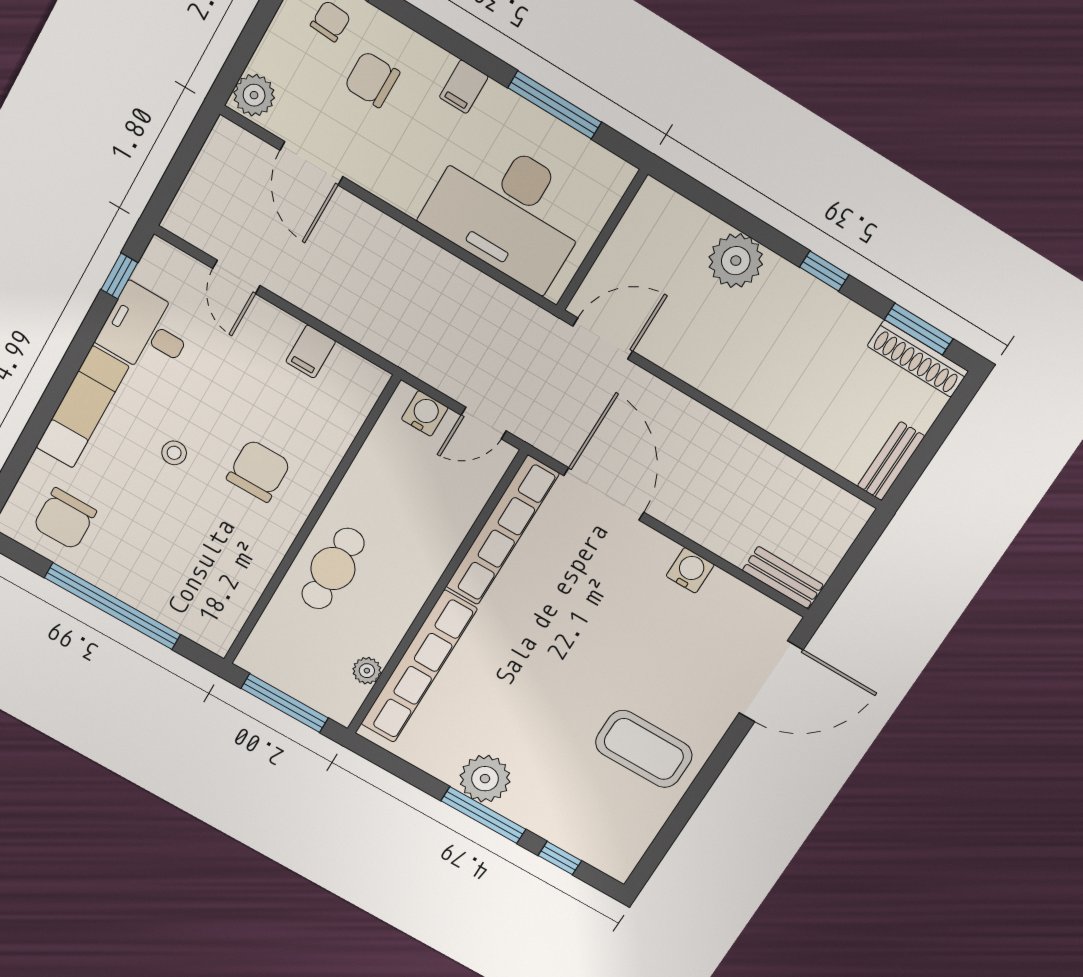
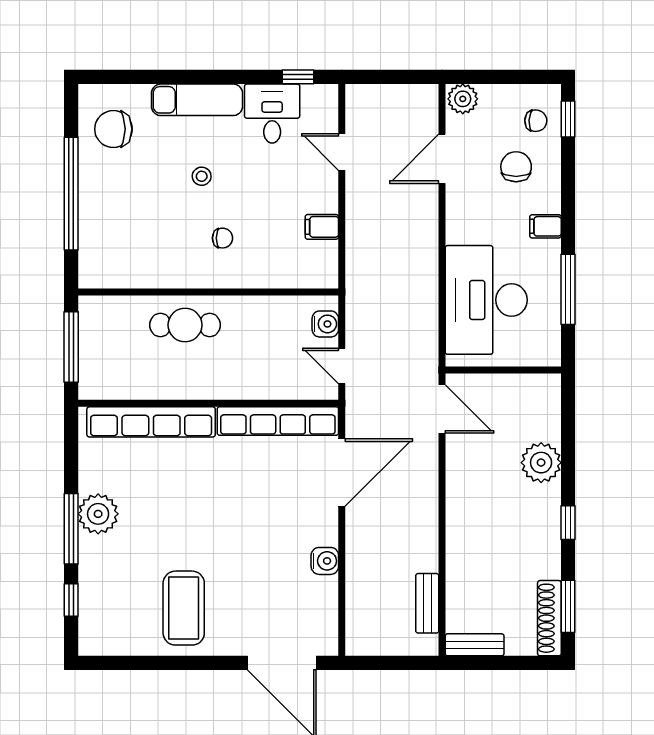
door: (237, 277) -> (342, 152), hinge flipped
chair: (259, 471) -> (222, 238), width x0.54, depth x0.54
bench: (783, 577) -> (427, 603), moved
plant: (367, 671) -> (127, 389), removed

